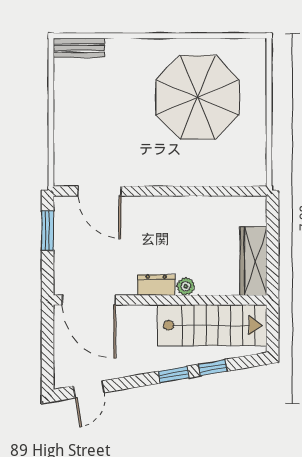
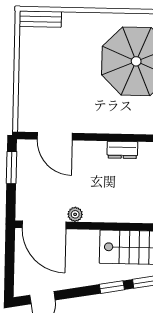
dresser: (156, 285) -> (122, 150), moved, turned 180
plant: (186, 286) -> (75, 214), moved

